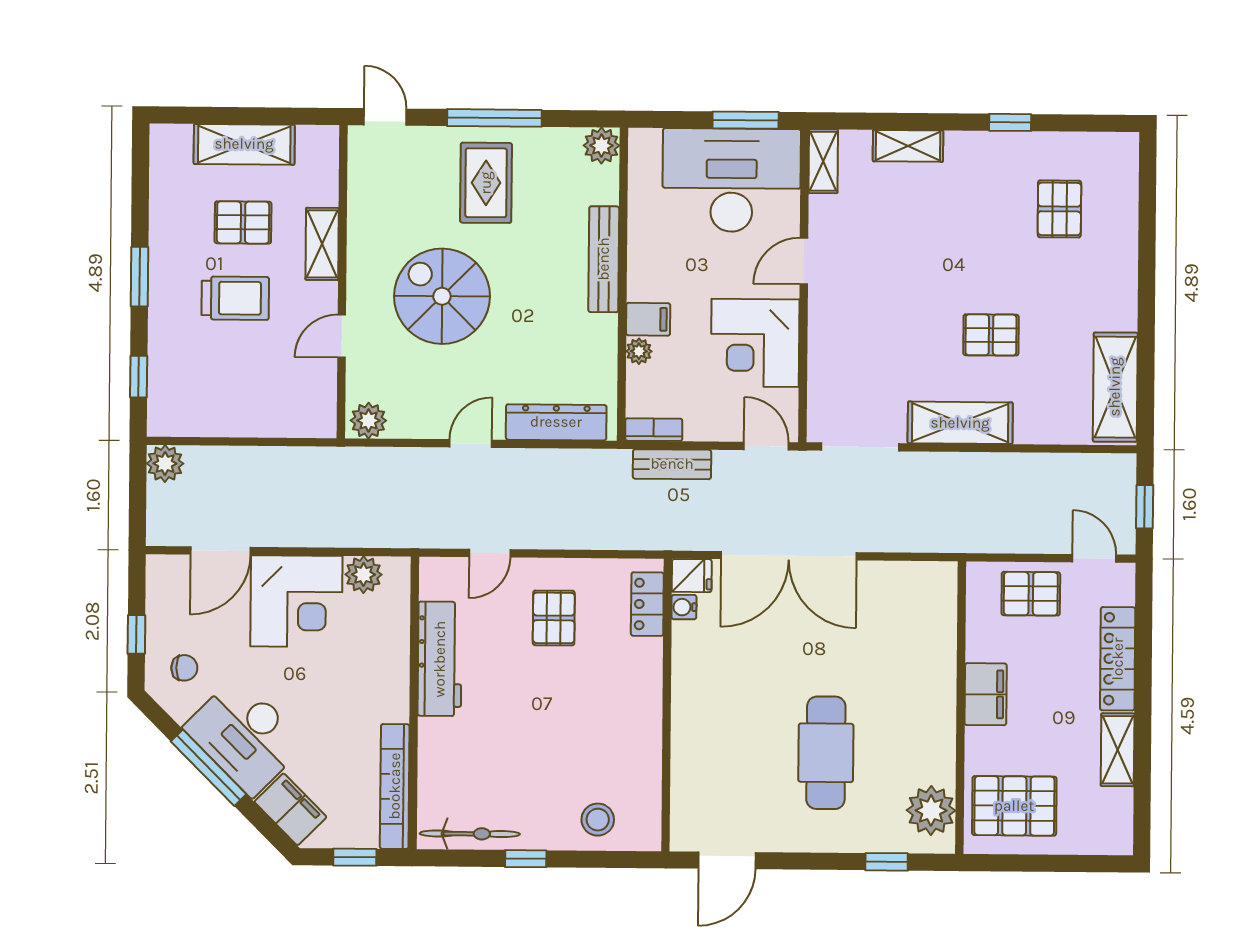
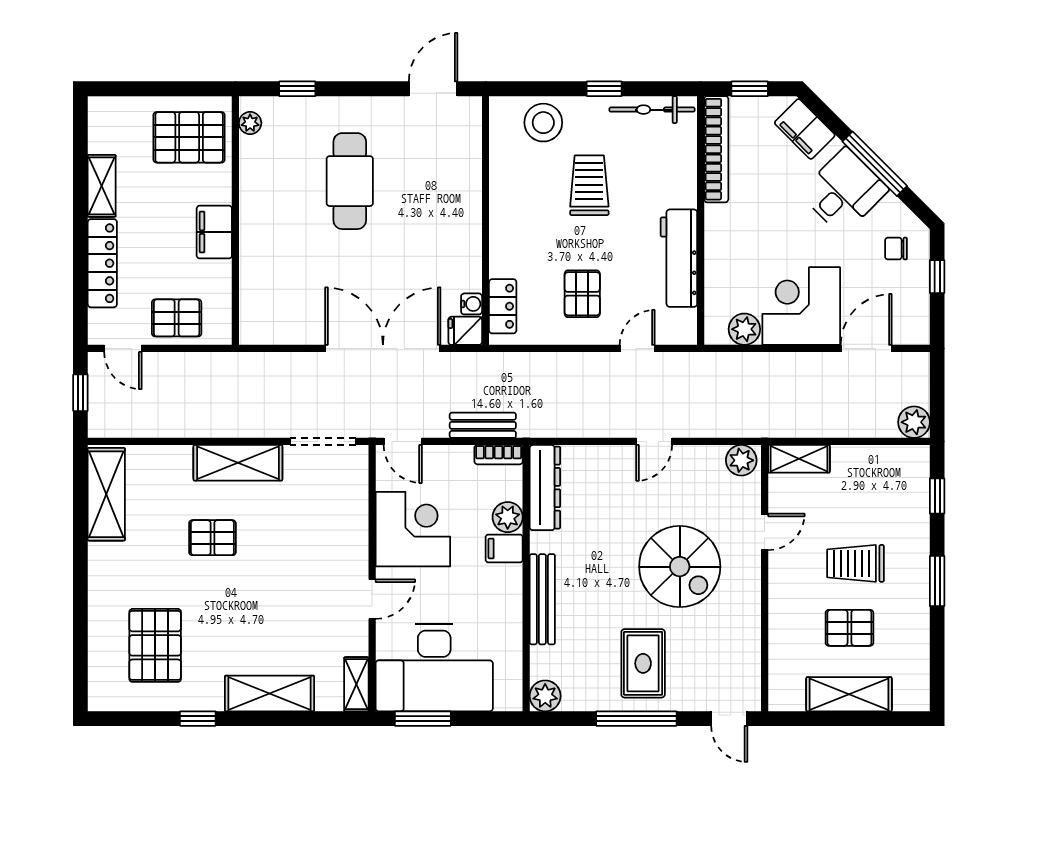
shelving: (908, 146) -> (270, 693), width x1.50, depth x1.33
pallet: (1059, 209) -> (155, 645), width x1.50, depth x1.42
shelving: (322, 244) -> (799, 459), moved, turned 90
plant: (639, 351) -> (508, 517), width x1.38, depth x1.38
dresser: (556, 422) -> (545, 488), moved, turned -90
desk: (245, 736) -> (844, 191), width x0.73
trolley: (544, 745) -> (589, 185), added
plant: (931, 810) -> (250, 123), width x0.53, depth x0.53
stool: (598, 820) -> (543, 123), width x1.38, depth x1.38

